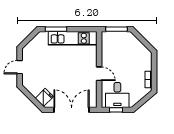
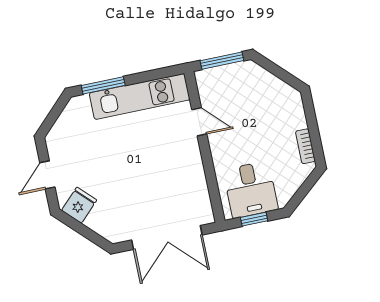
door: (99, 74) -> (199, 122), moved
fridge: (44, 97) -> (79, 205), moved
double door: (72, 110) -> (167, 237), swing flipped

